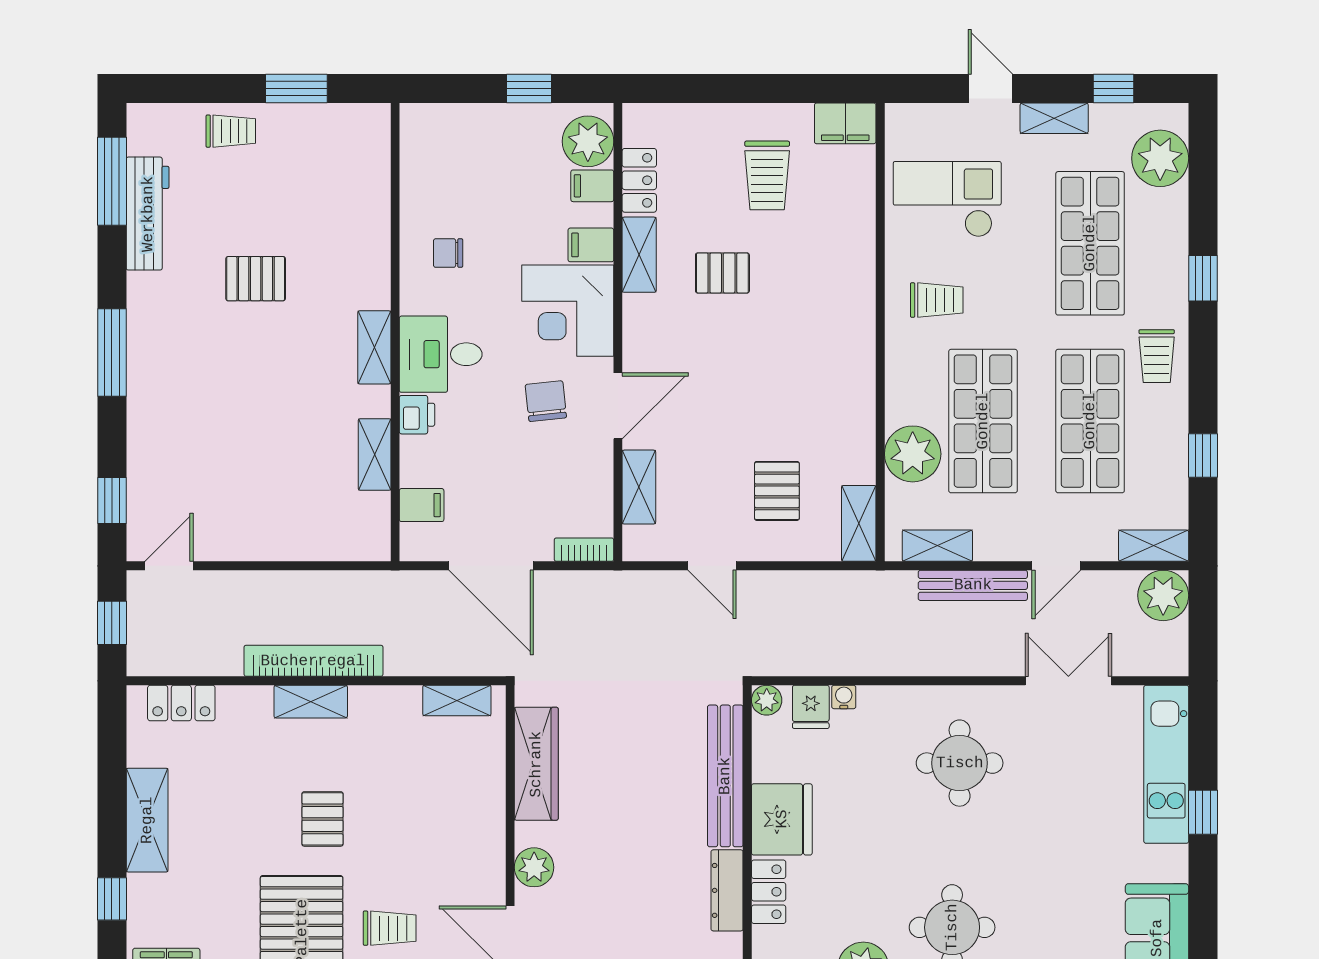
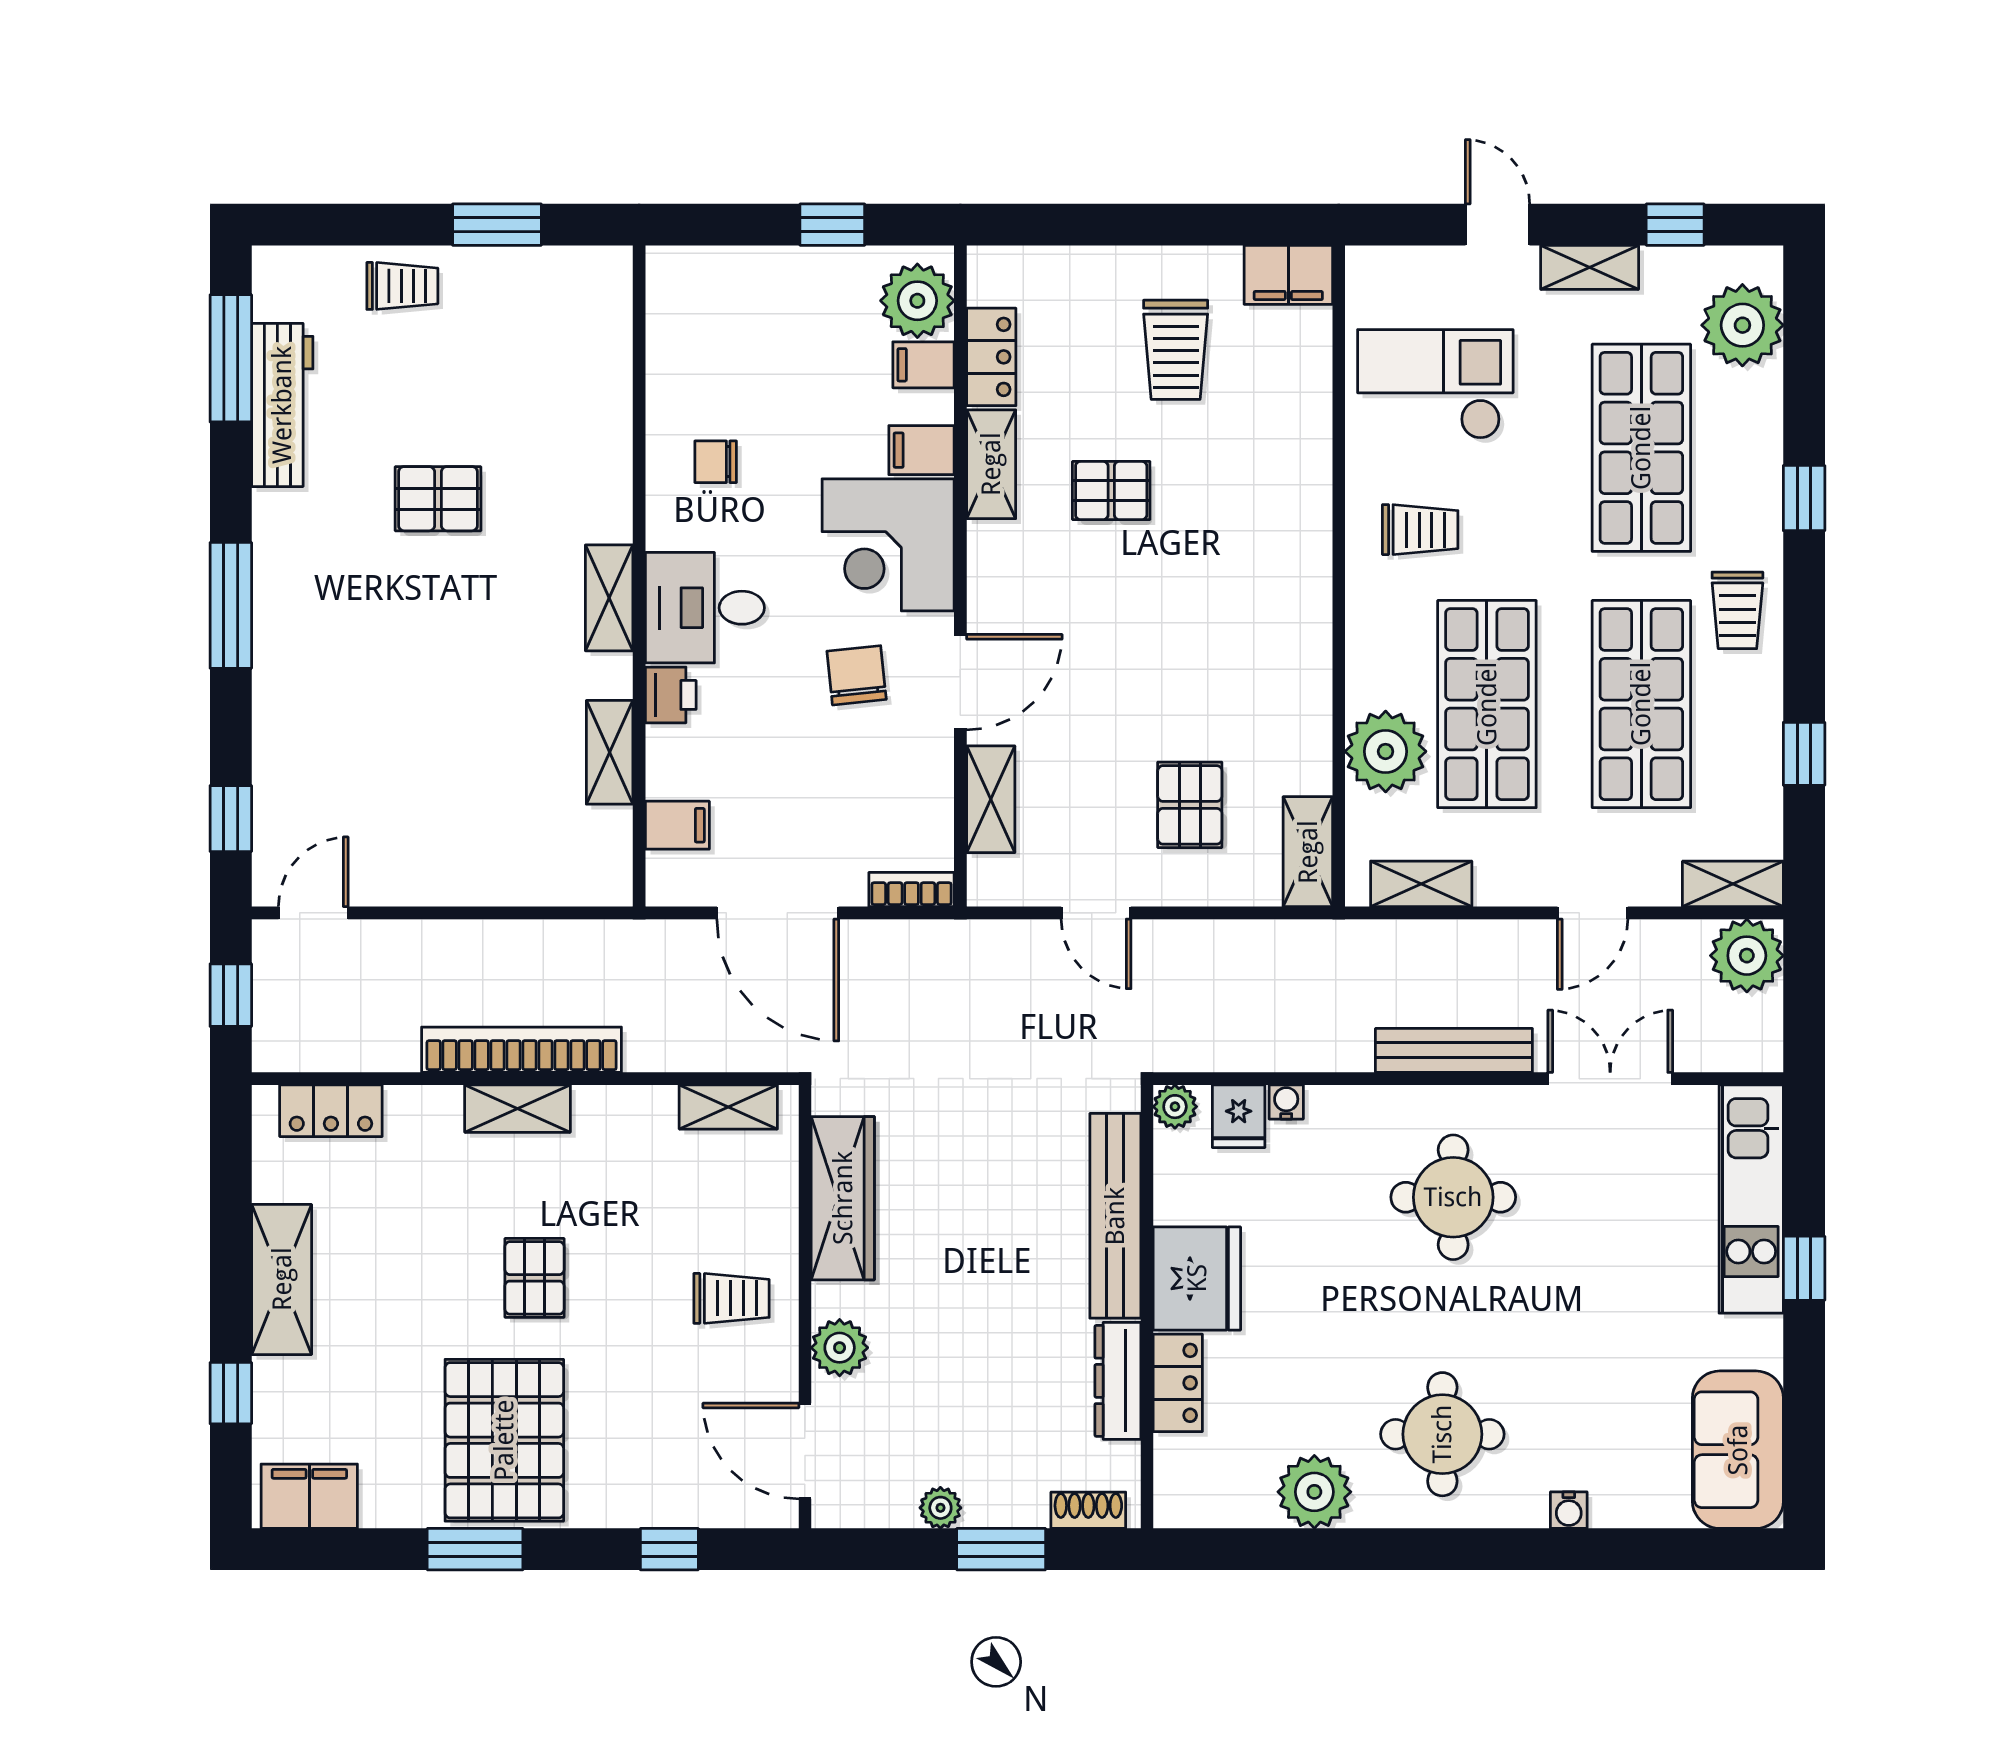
bench: (973, 585) -> (1454, 1050), moved
trolley: (390, 928) -> (732, 1298), moved

